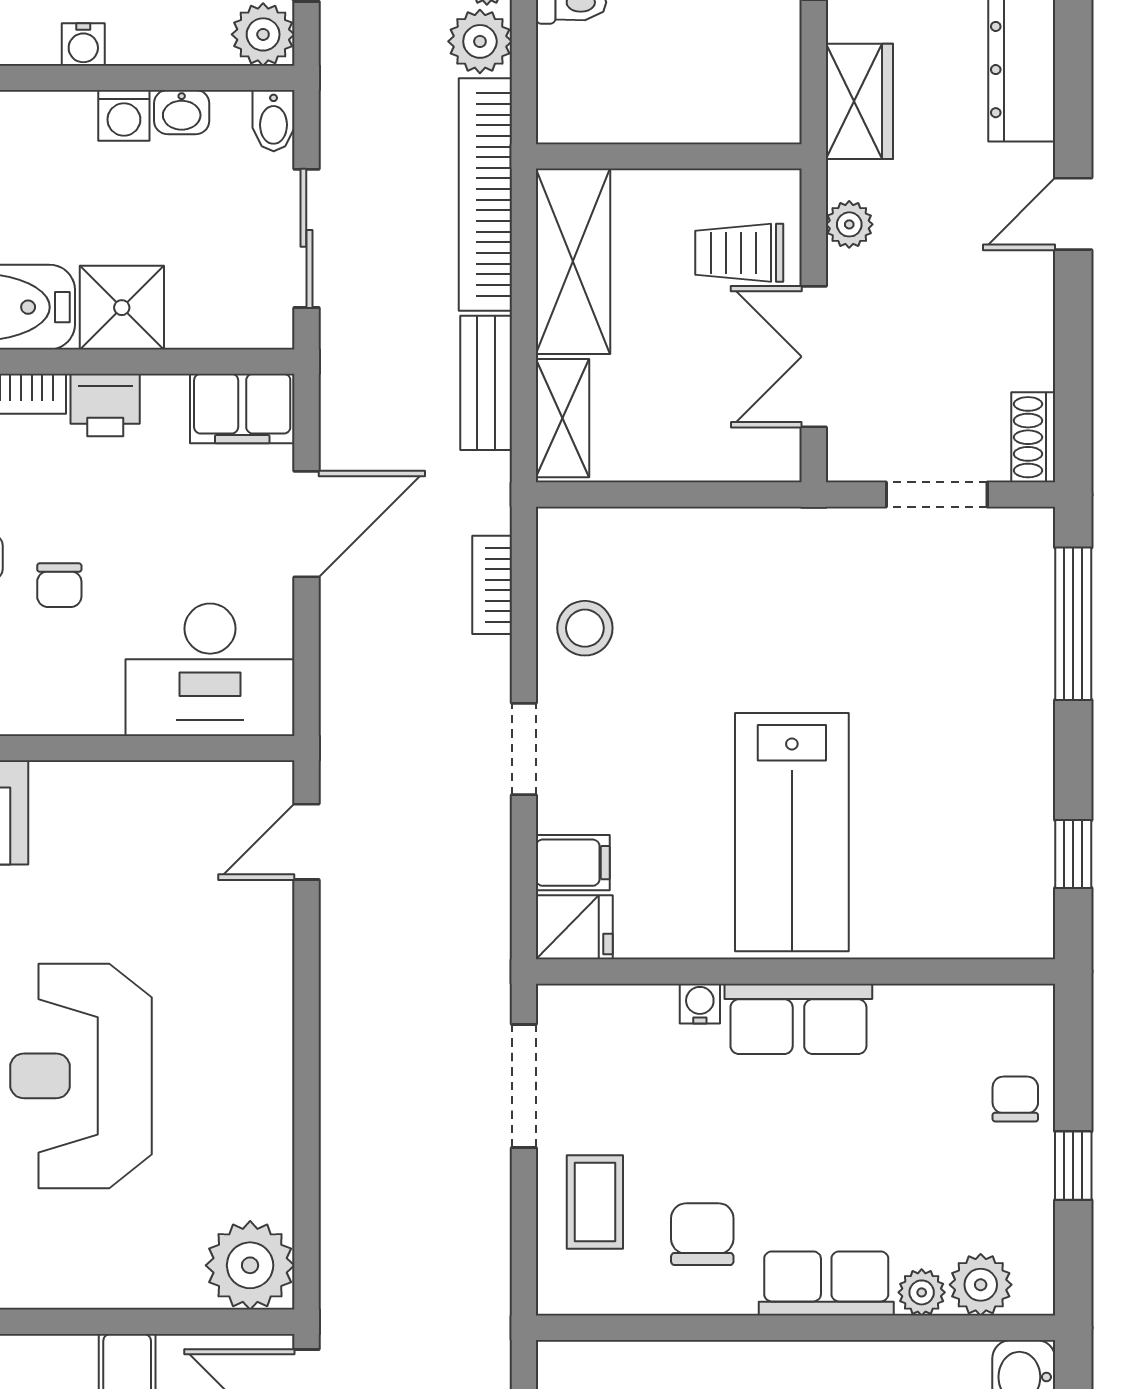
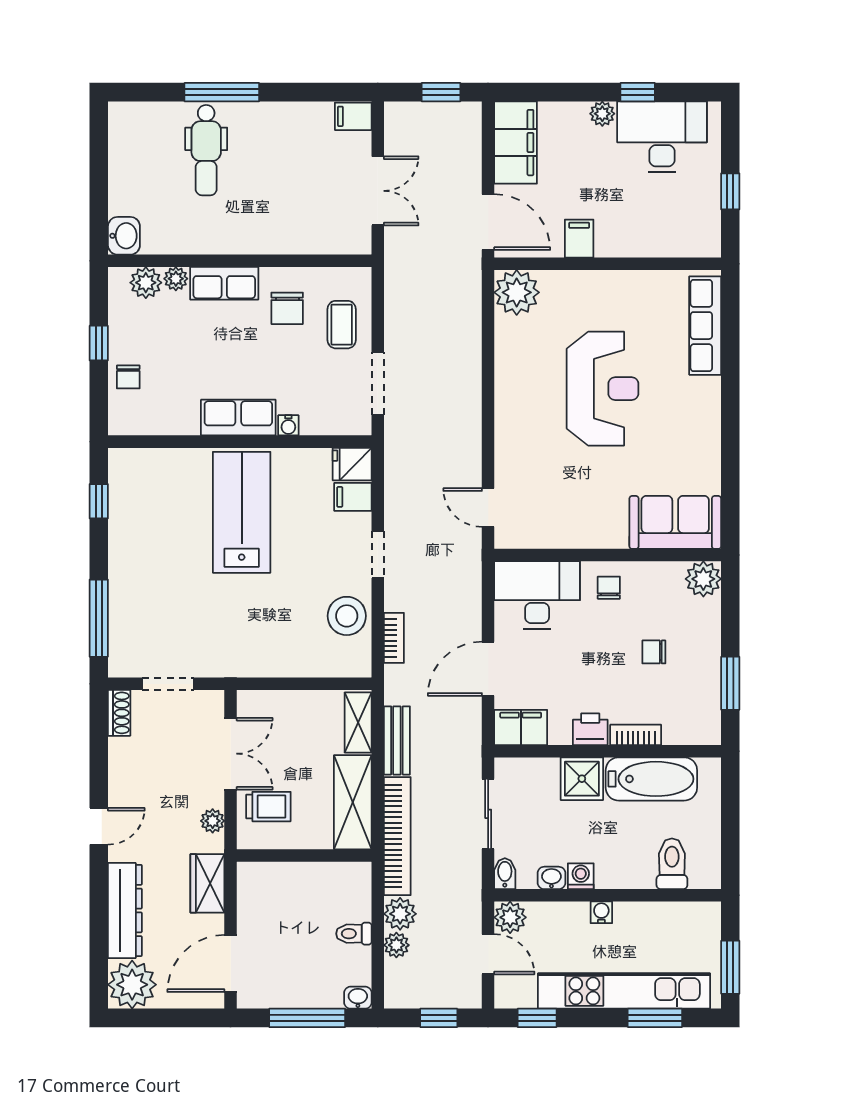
chair: (59, 585) -> (609, 588), moved
stool: (585, 628) -> (347, 616), width x1.38, depth x1.38
door: (306, 842) -> (488, 508), swing flipped

